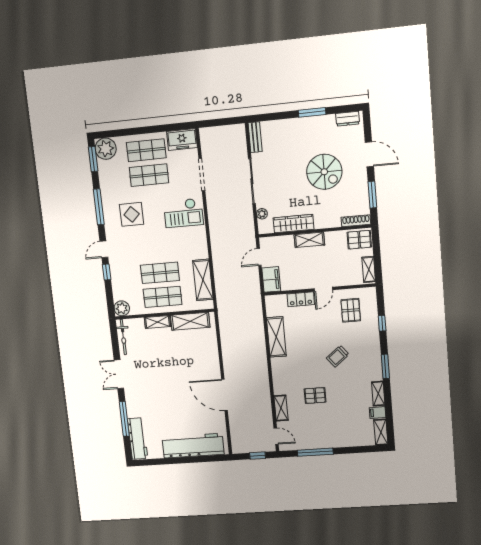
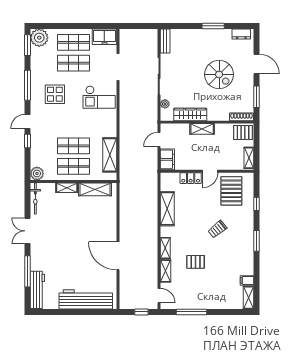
pallet: (351, 310) -> (231, 191), width x1.50, depth x1.42
shelving: (378, 394) -> (165, 248), moved

